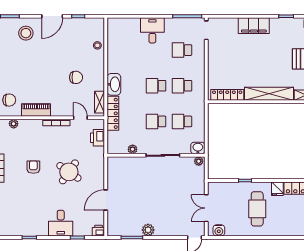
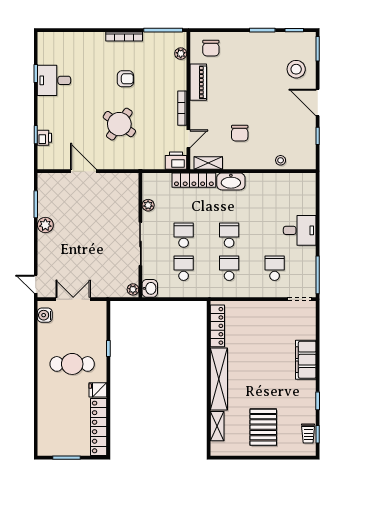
printer: (98, 138) -> (176, 161), moved
desk: (61, 223) -> (54, 80), moved
printer: (98, 231) -> (44, 138), moved

